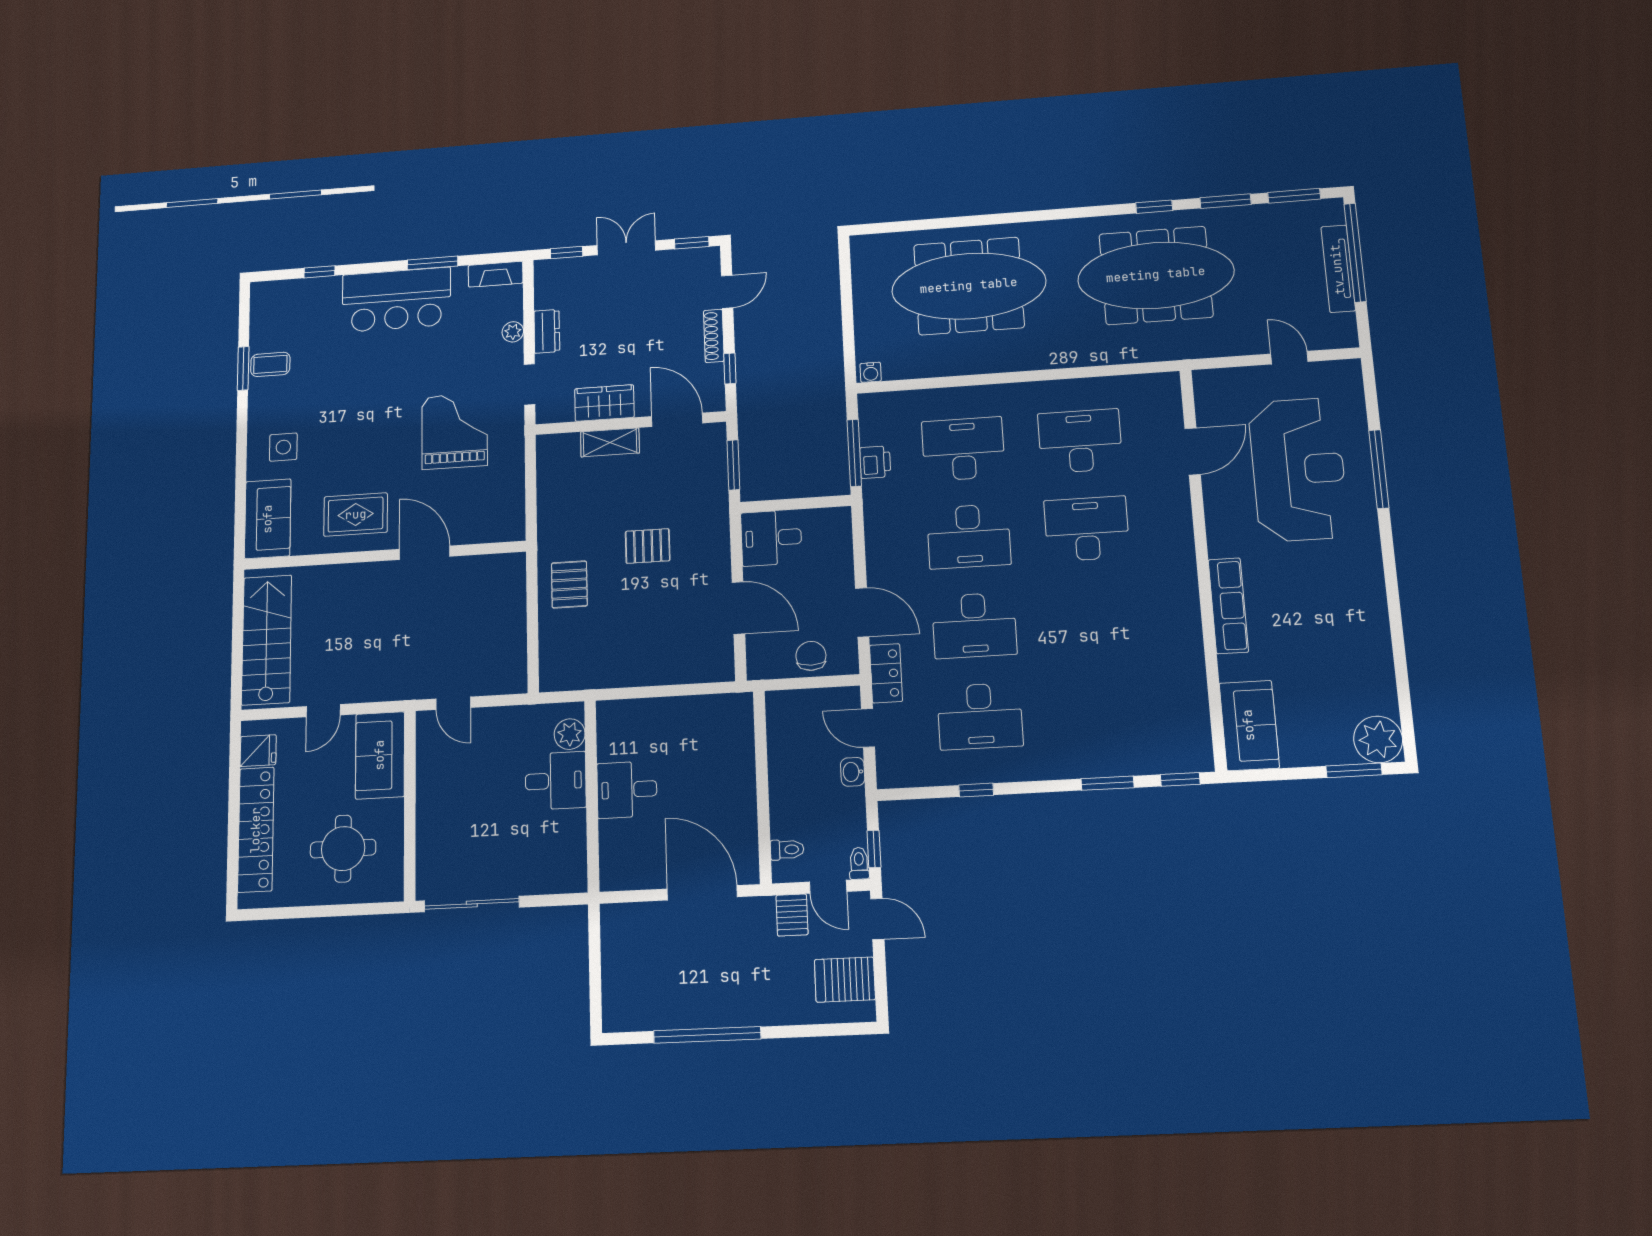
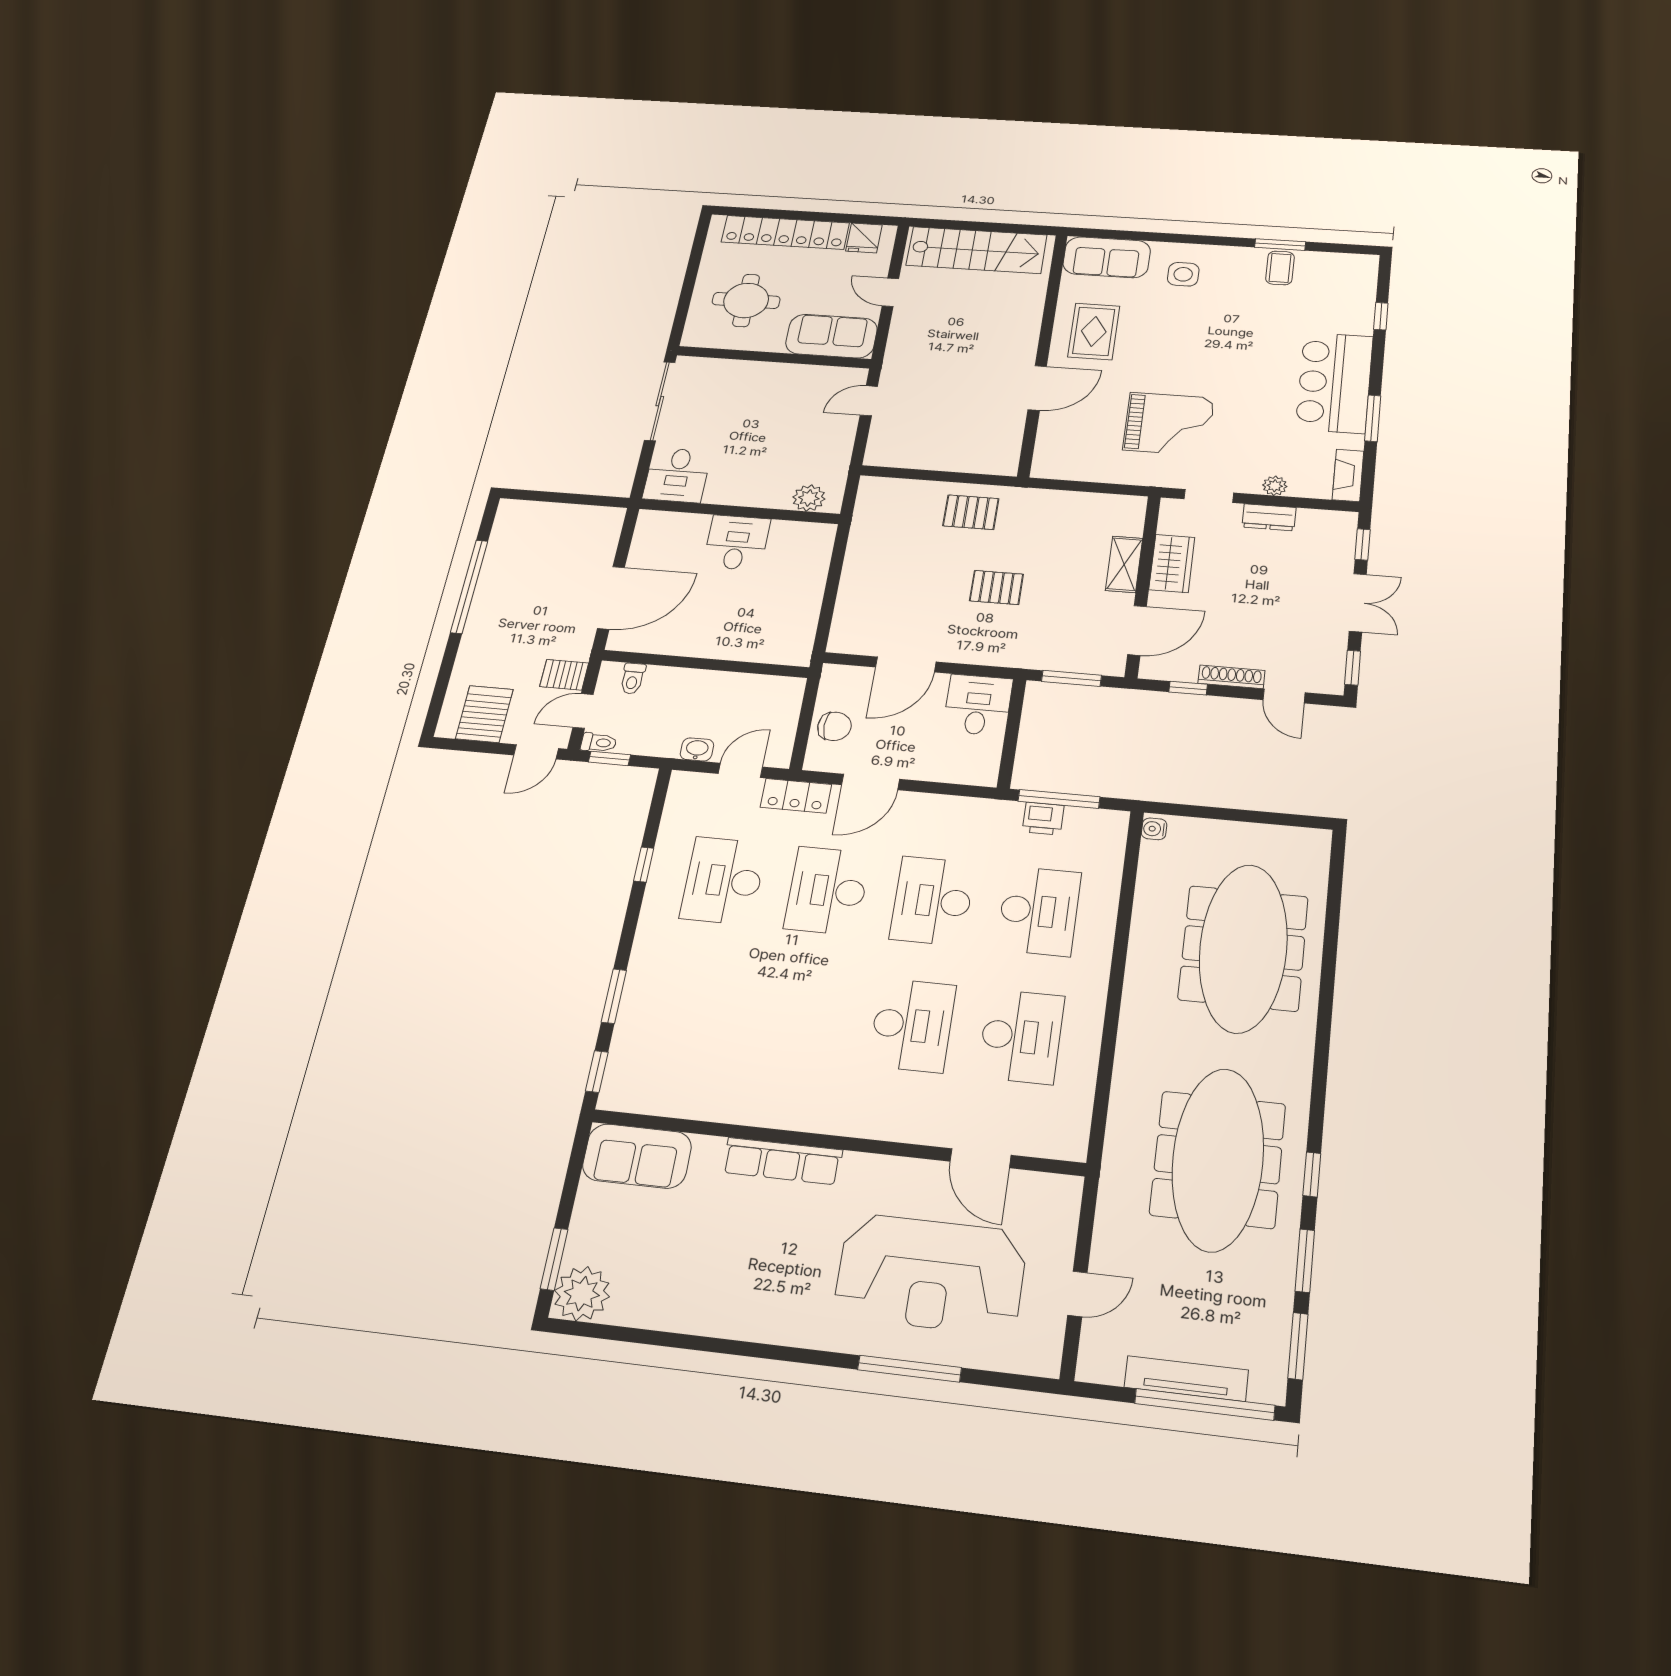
pallet: (648, 546) -> (996, 587), turned 90
desk: (556, 781) -> (677, 475), moved

